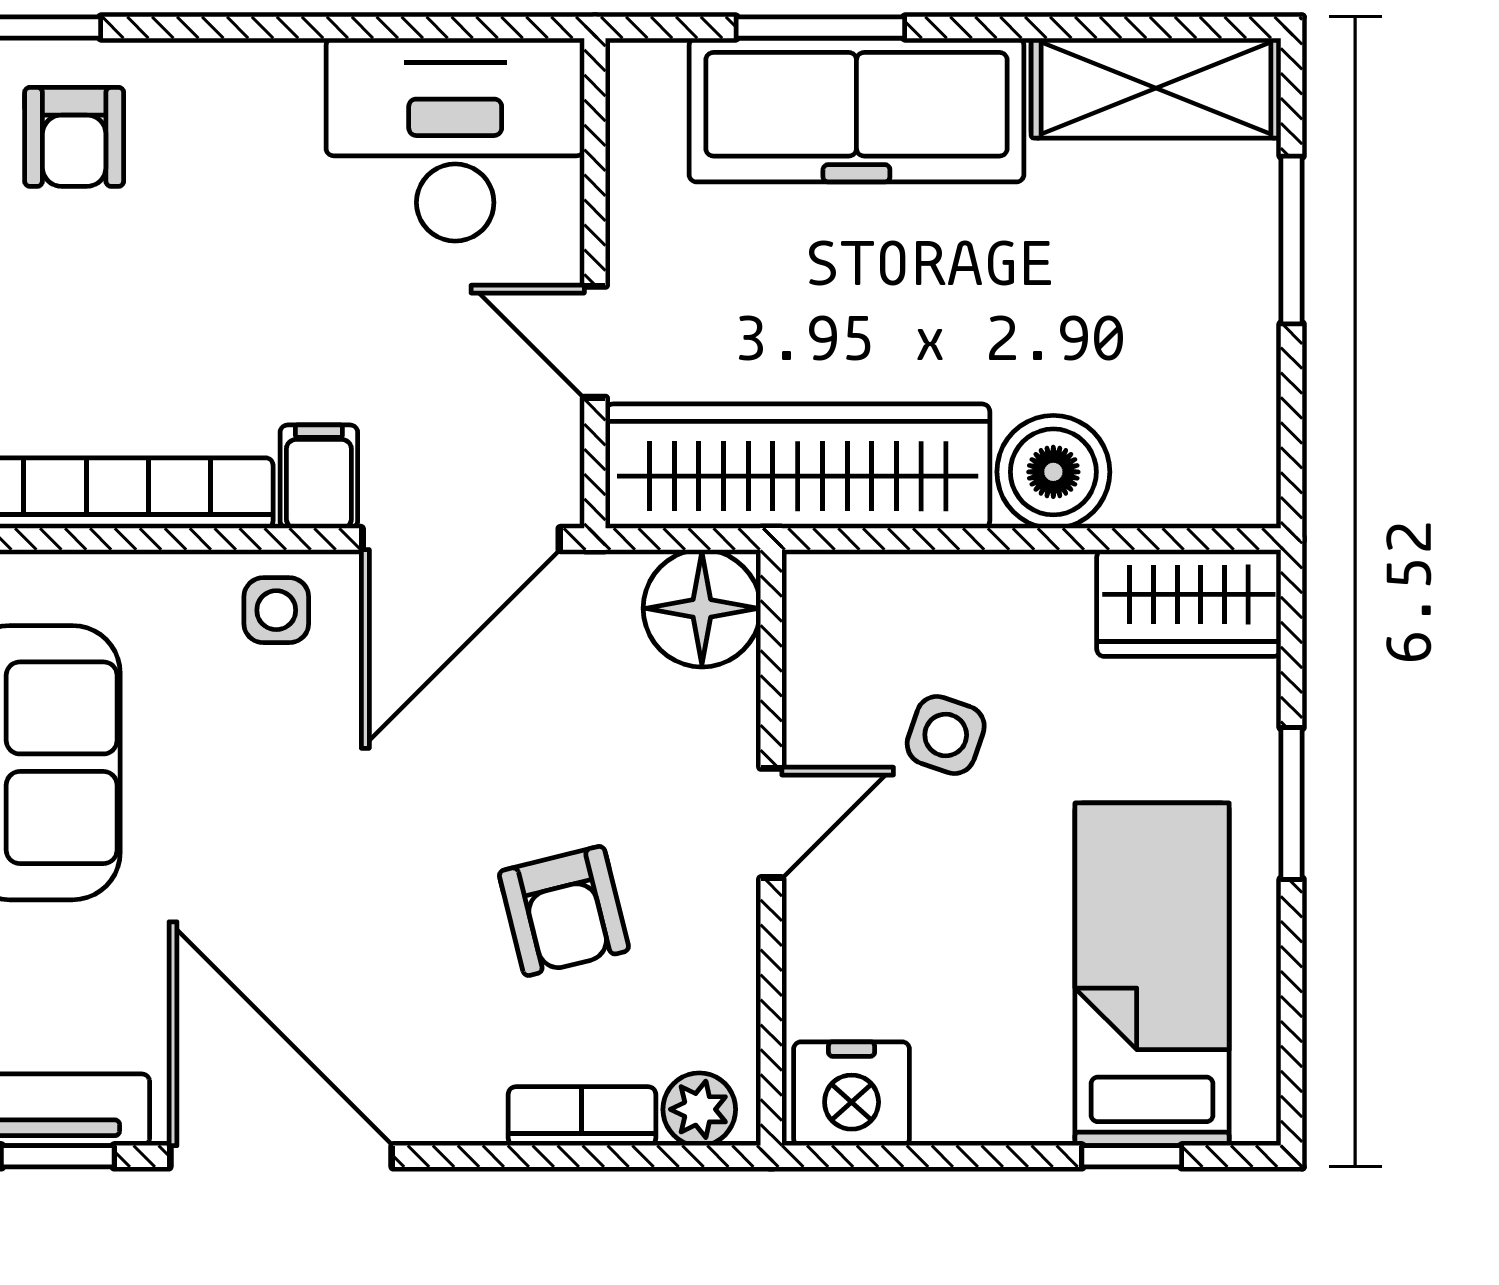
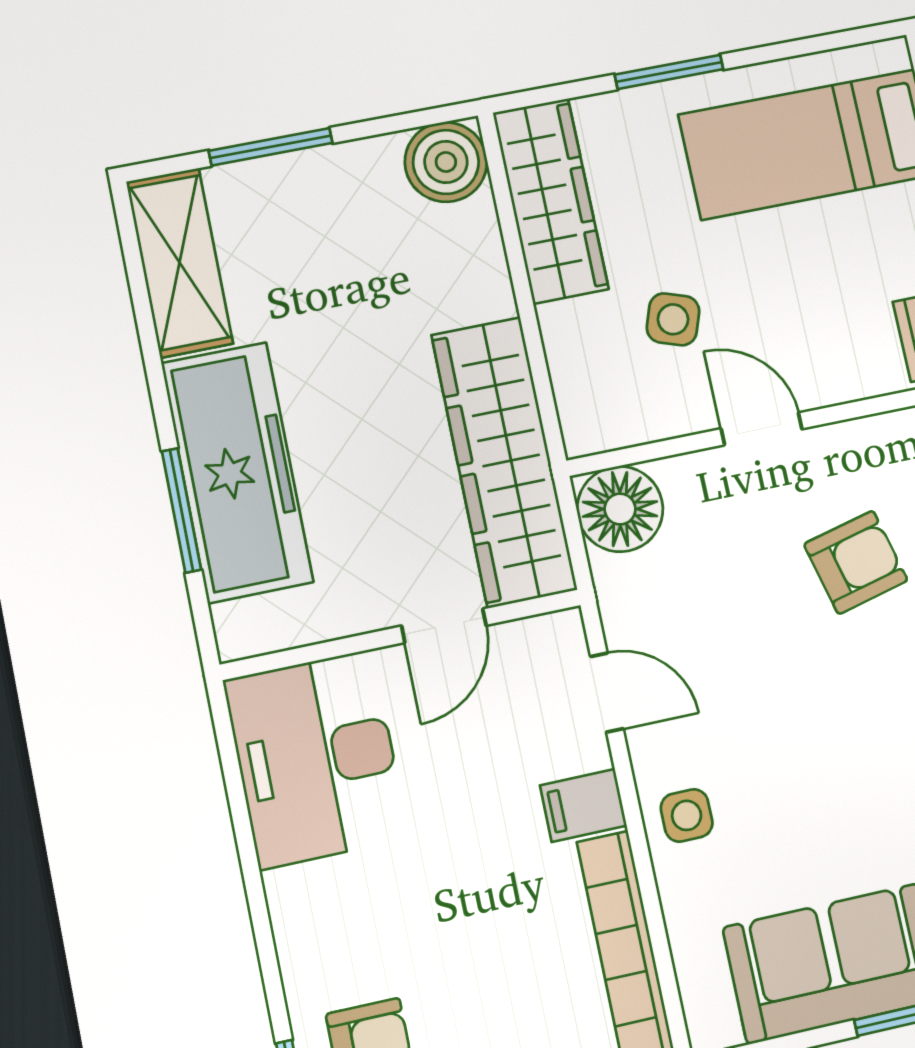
boiler: (1053, 472) -> (446, 162), moved
door: (461, 539) -> (607, 693), width x0.53
wardrobe: (1189, 603) -> (551, 201), width x1.50

